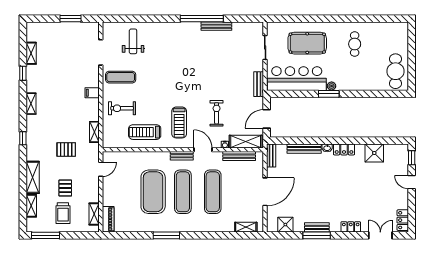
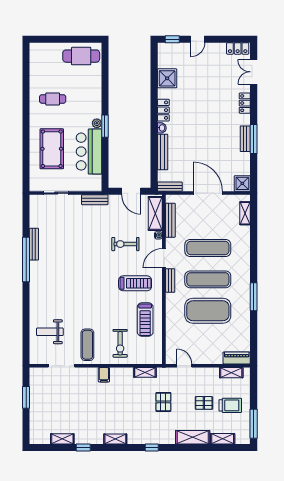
bar counter: (297, 79) -> (89, 152), width x0.73
shower: (285, 225) -> (242, 183), moved

